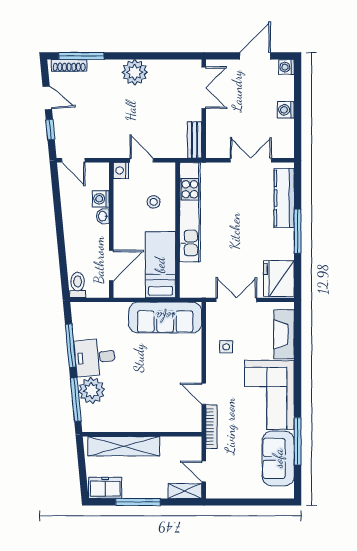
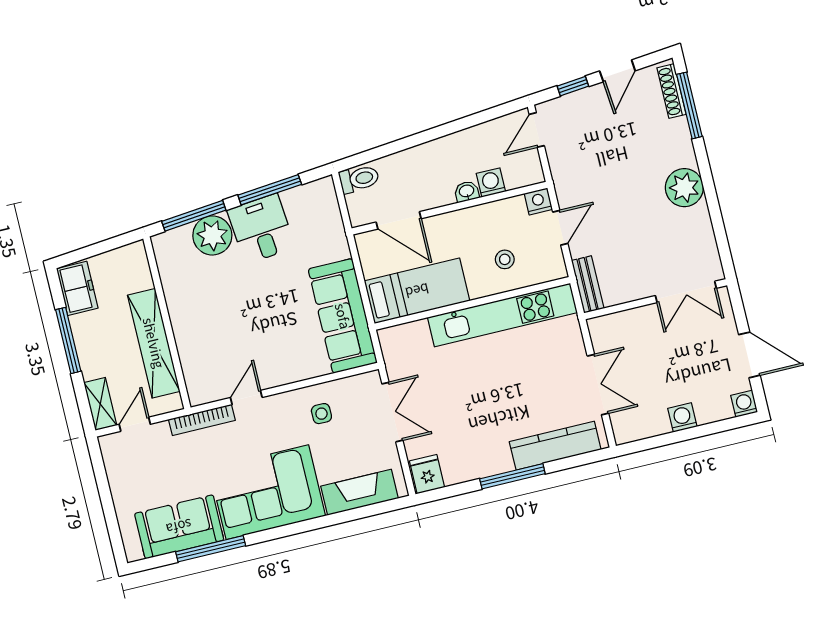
bench: (195, 140) -> (588, 284), moved, turned 90
fridge: (279, 278) -> (427, 474), width x0.53, depth x0.75
shelving: (124, 446) -> (154, 343), moved

